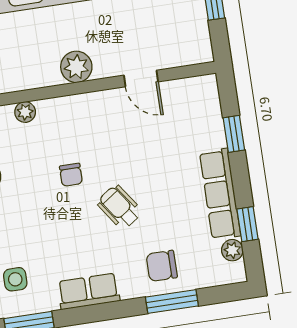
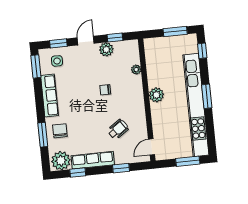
door: (141, 78) -> (152, 147), moved
wheelchair: (120, 207) -> (118, 129), moved
plant: (232, 250) -> (61, 161), width x1.87, depth x1.87
row of seats: (89, 291) -> (50, 95), width x1.48

